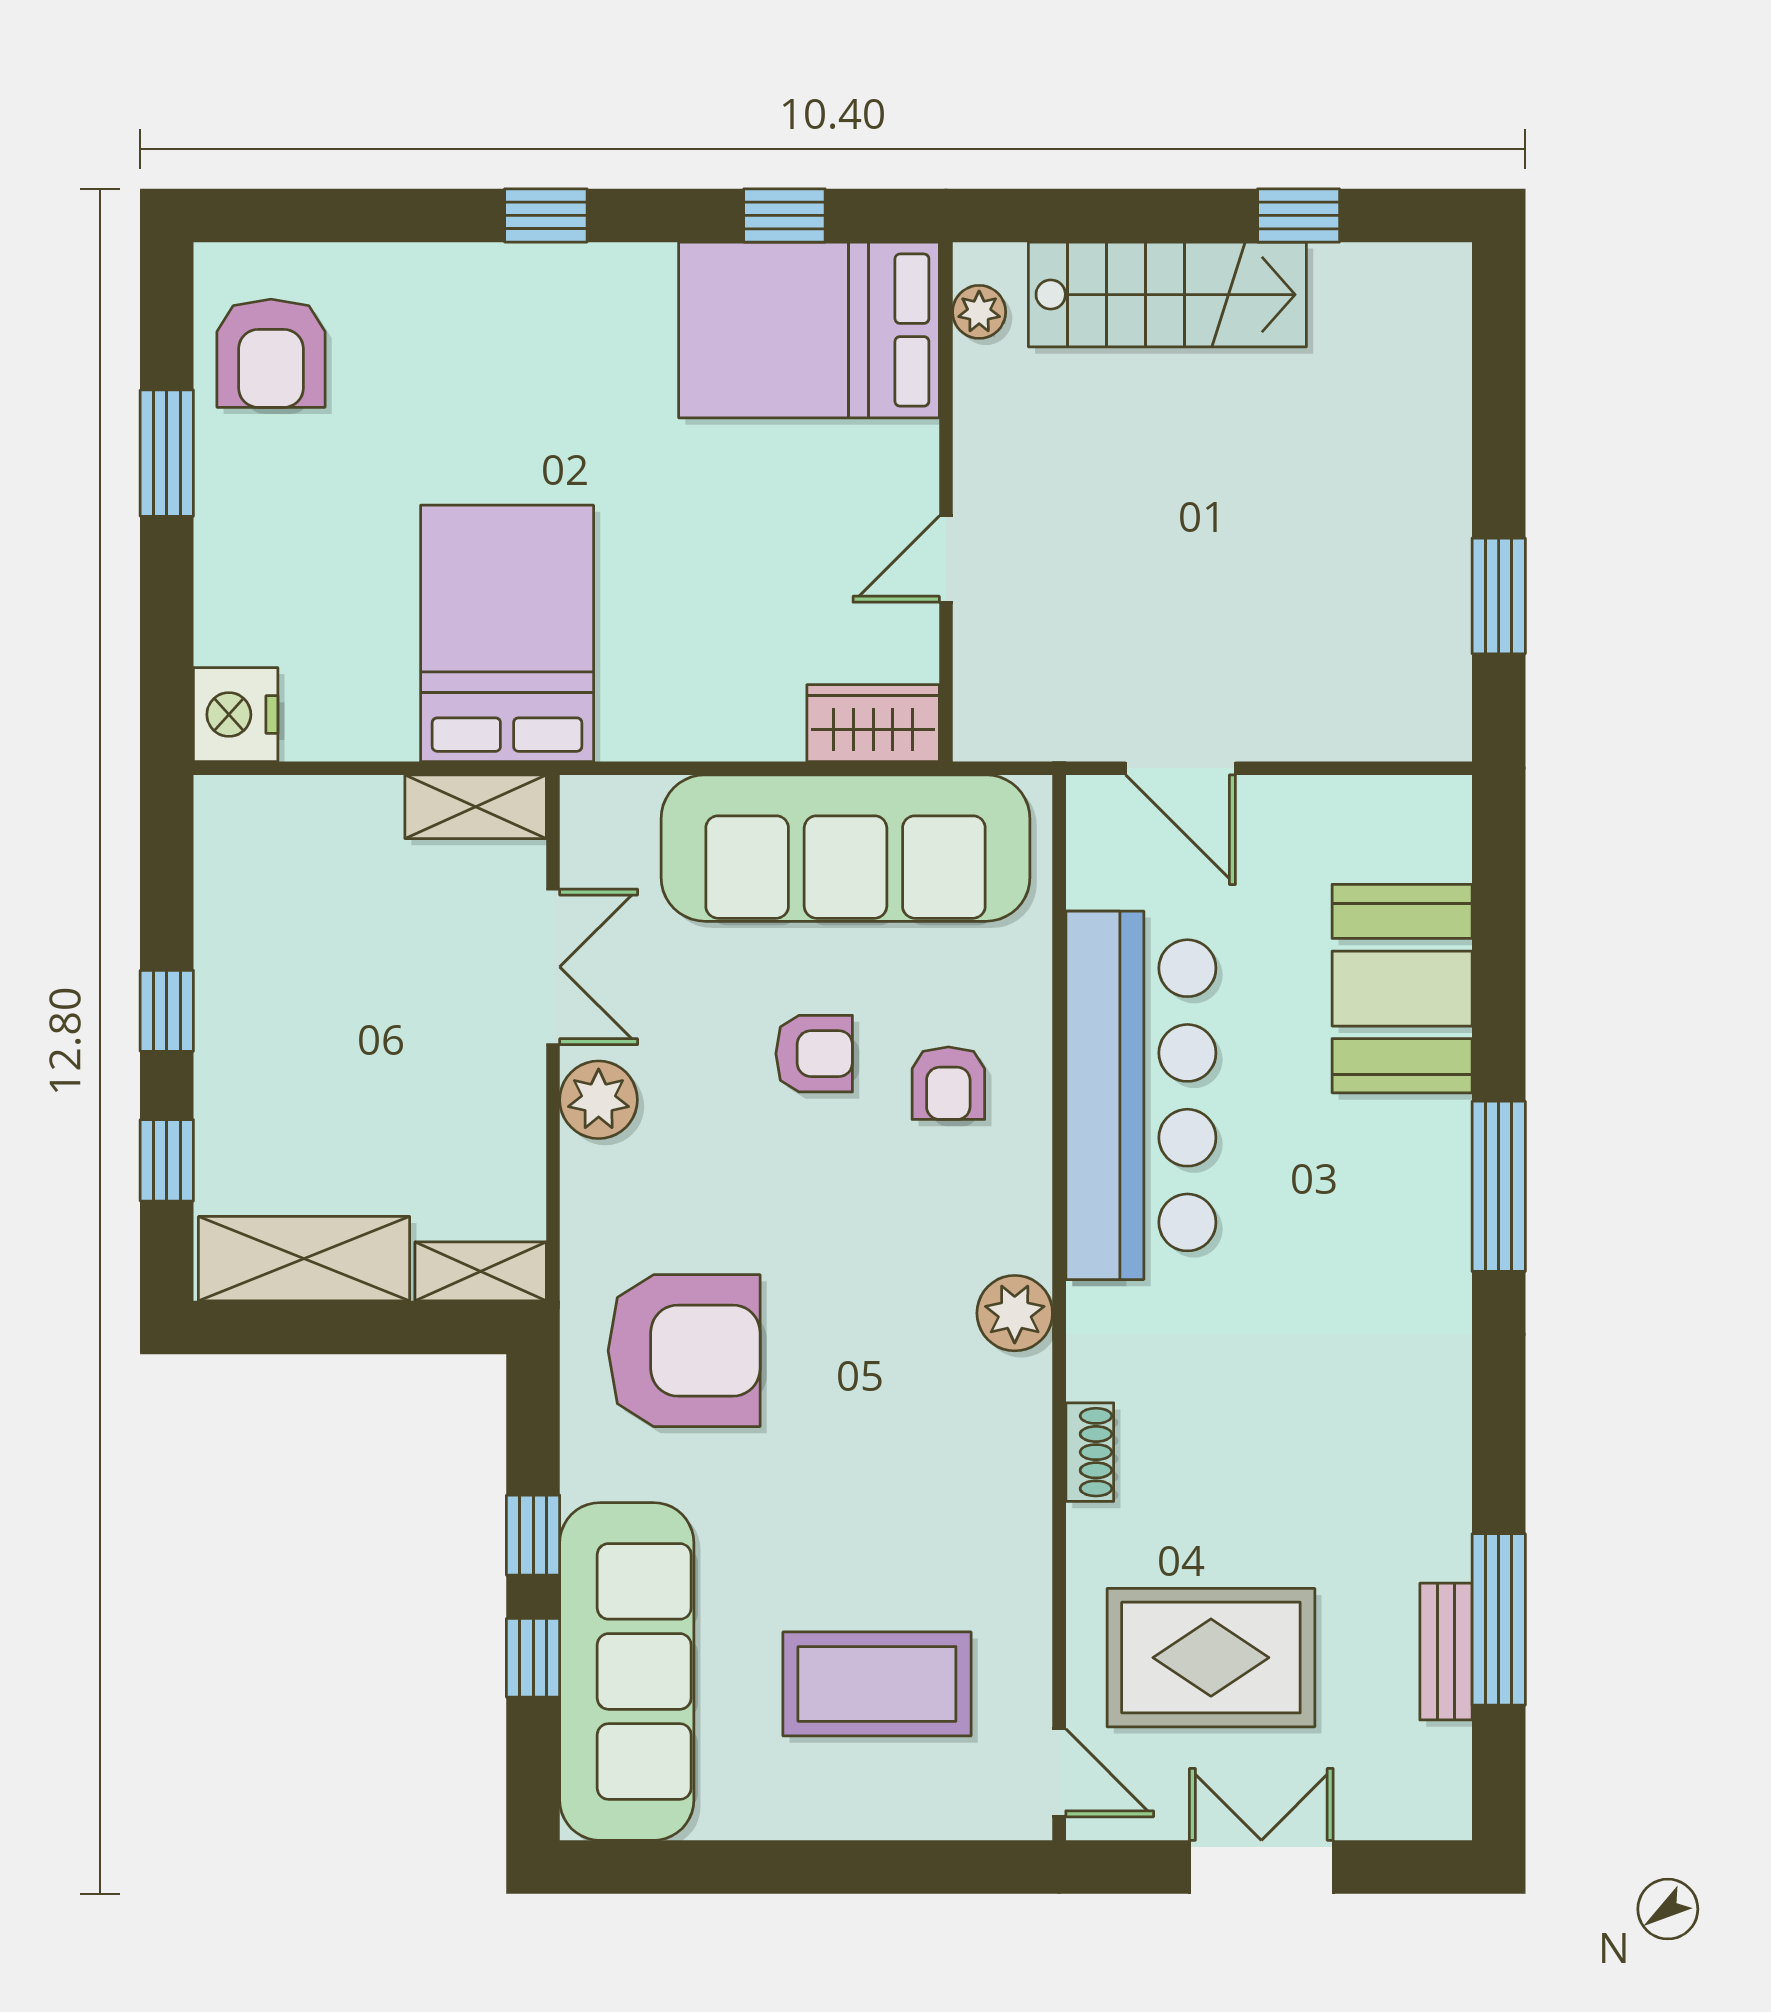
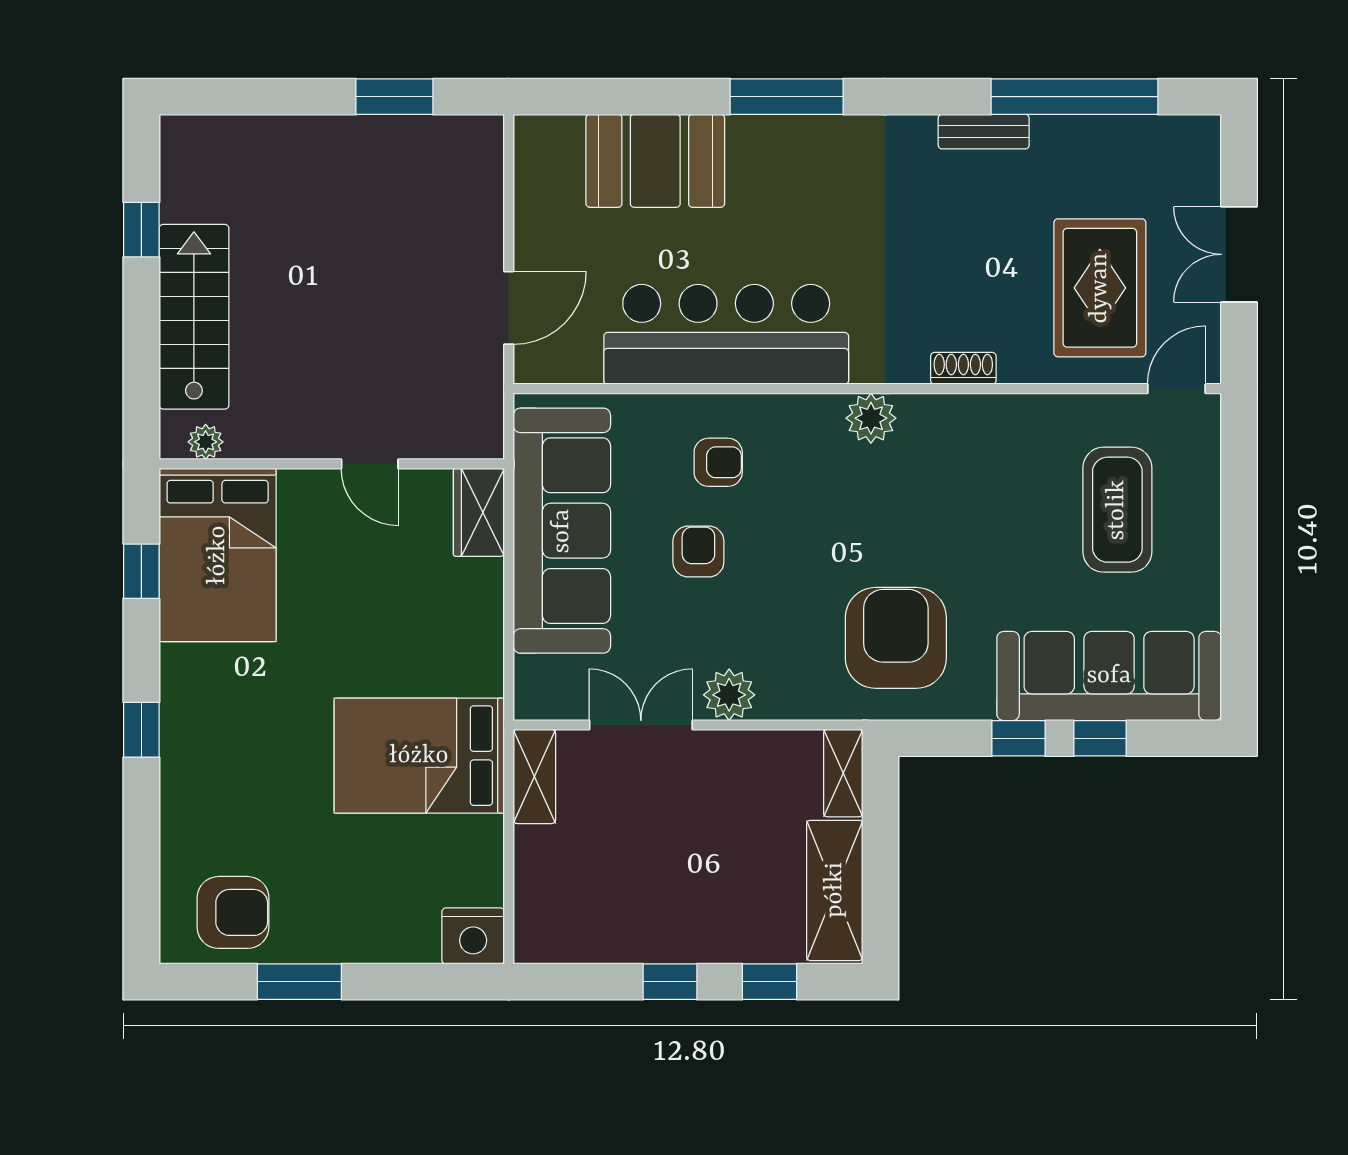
window: (1499, 1619) -> (1074, 97), width x1.46
bench: (1446, 1652) -> (984, 132), moved

